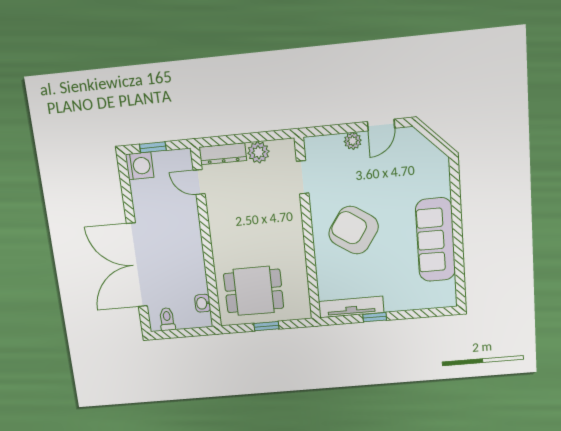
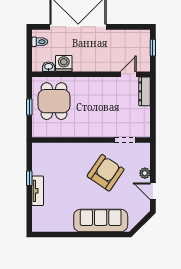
plant: (258, 152) -> (143, 114), removed
washing machine: (140, 166) -> (64, 63), moved, turned 180
armchair: (354, 230) -> (106, 173), moved
sofa: (436, 240) -> (101, 221), moved
tv unit: (351, 307) -> (38, 191), moved, width x0.71

